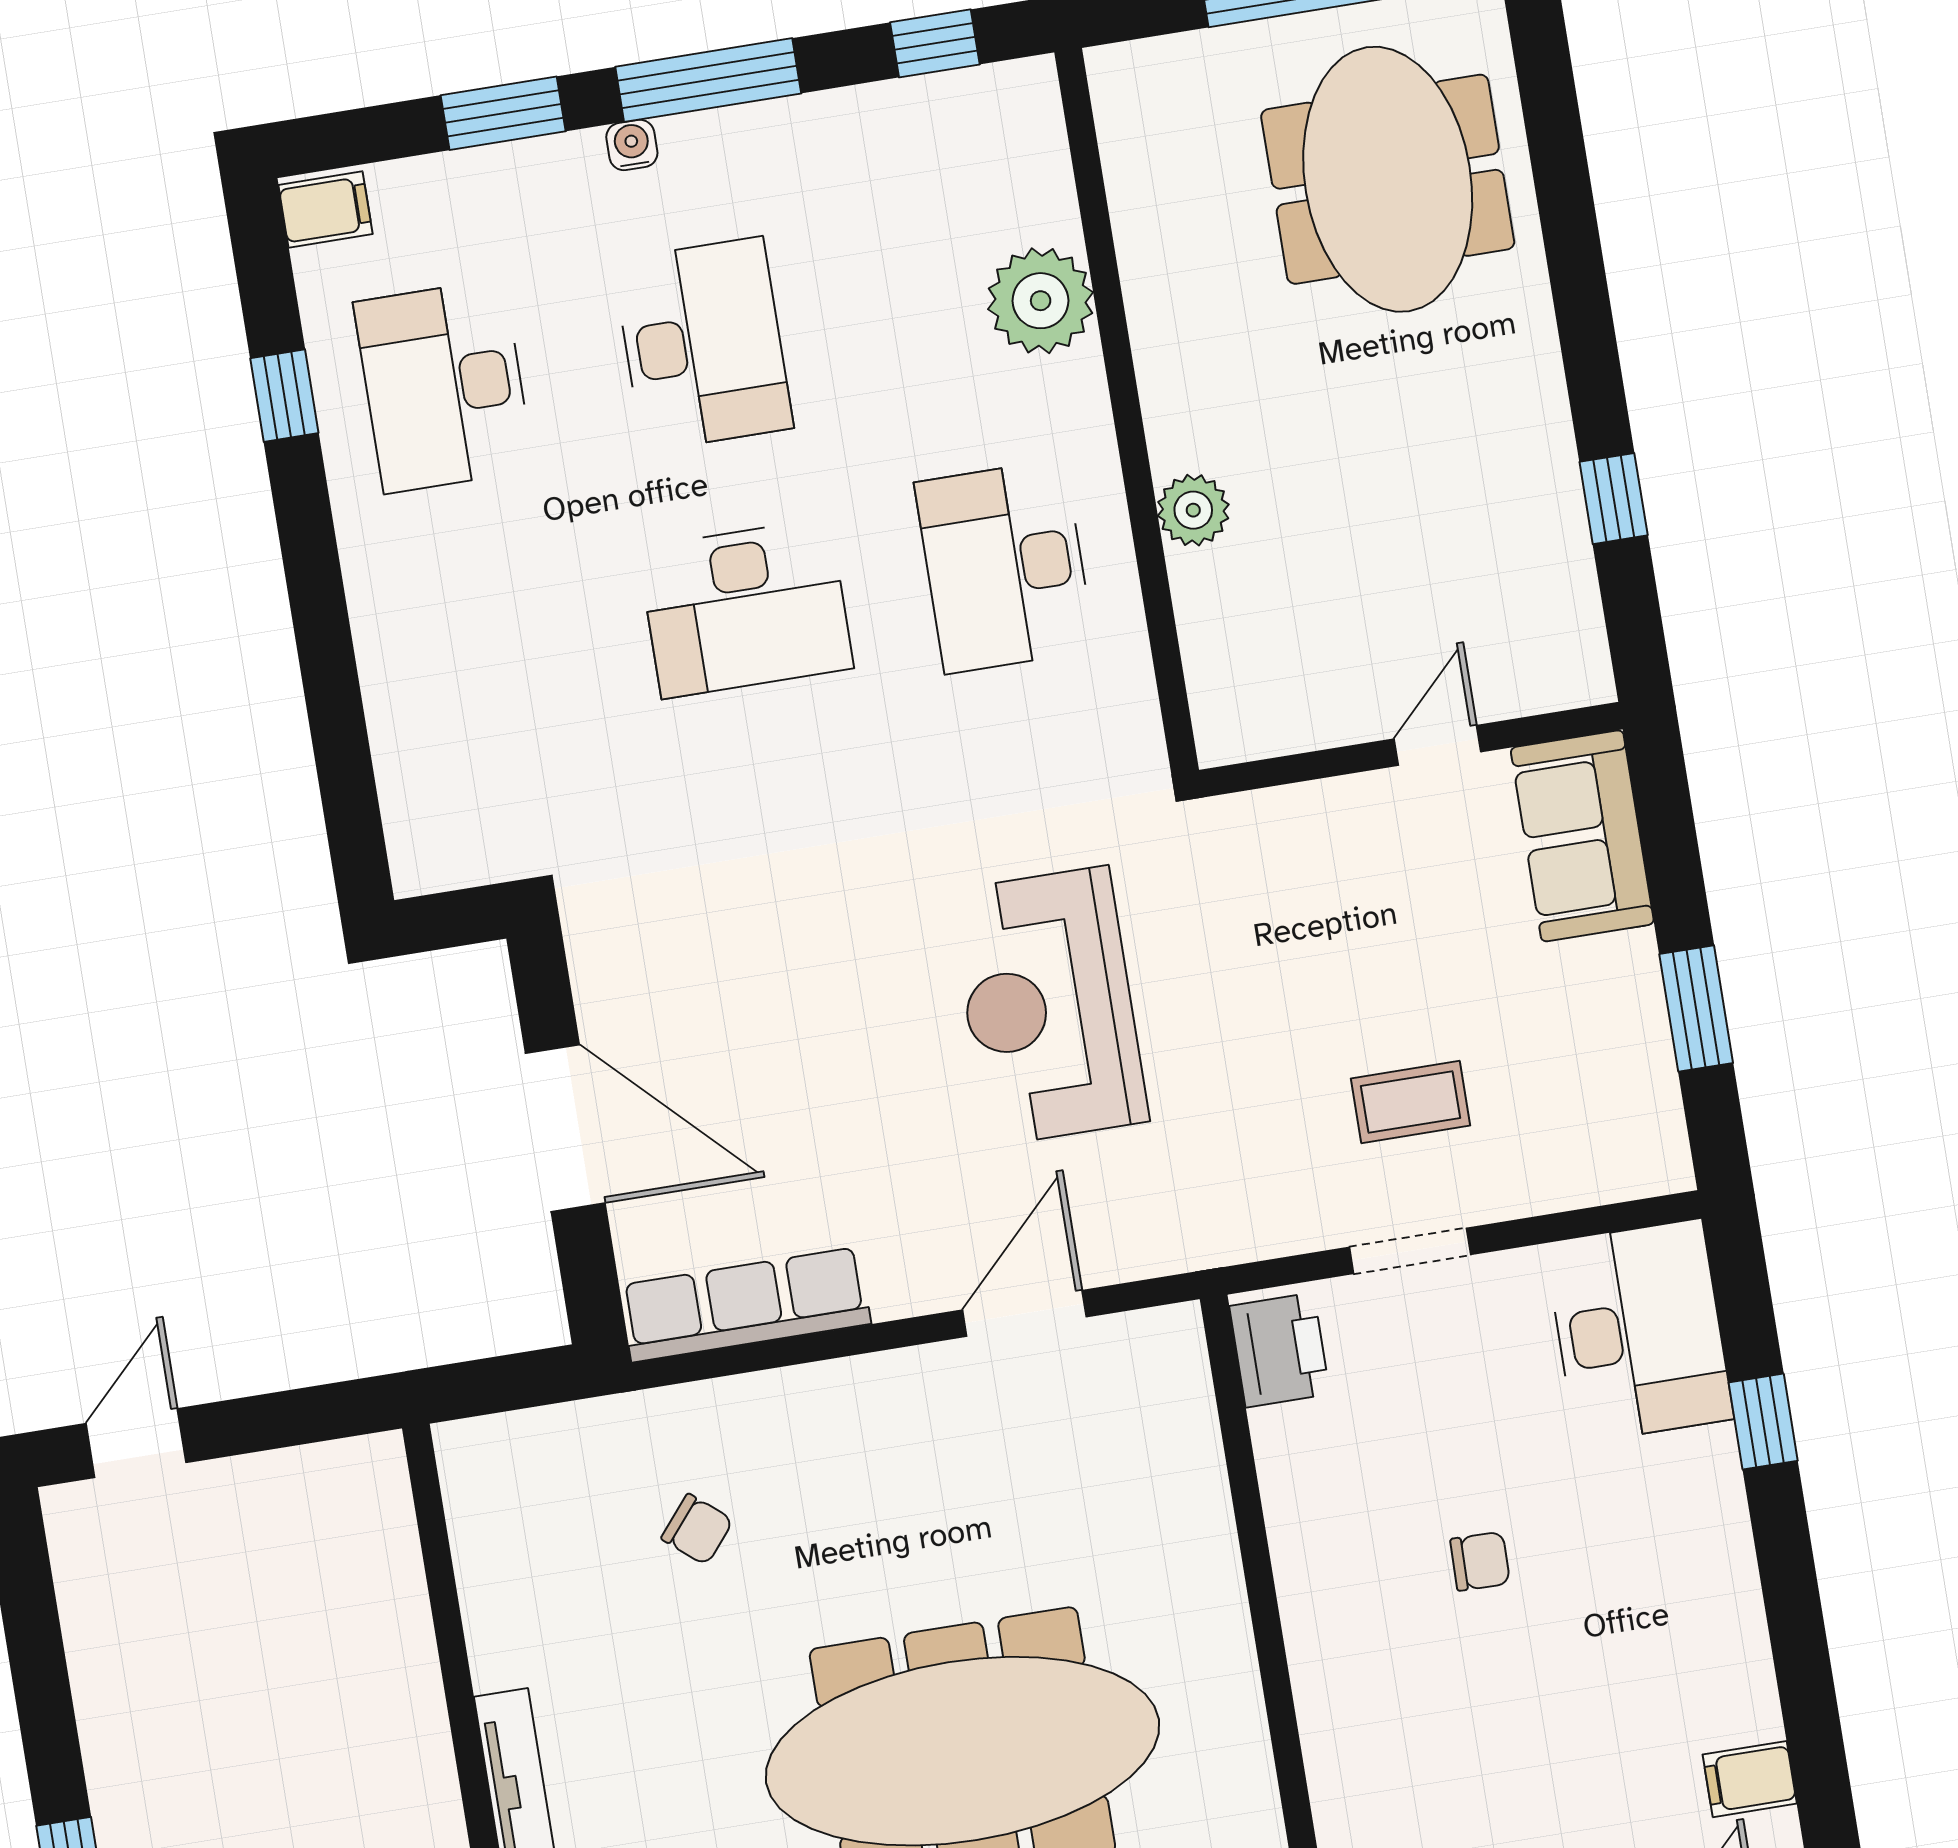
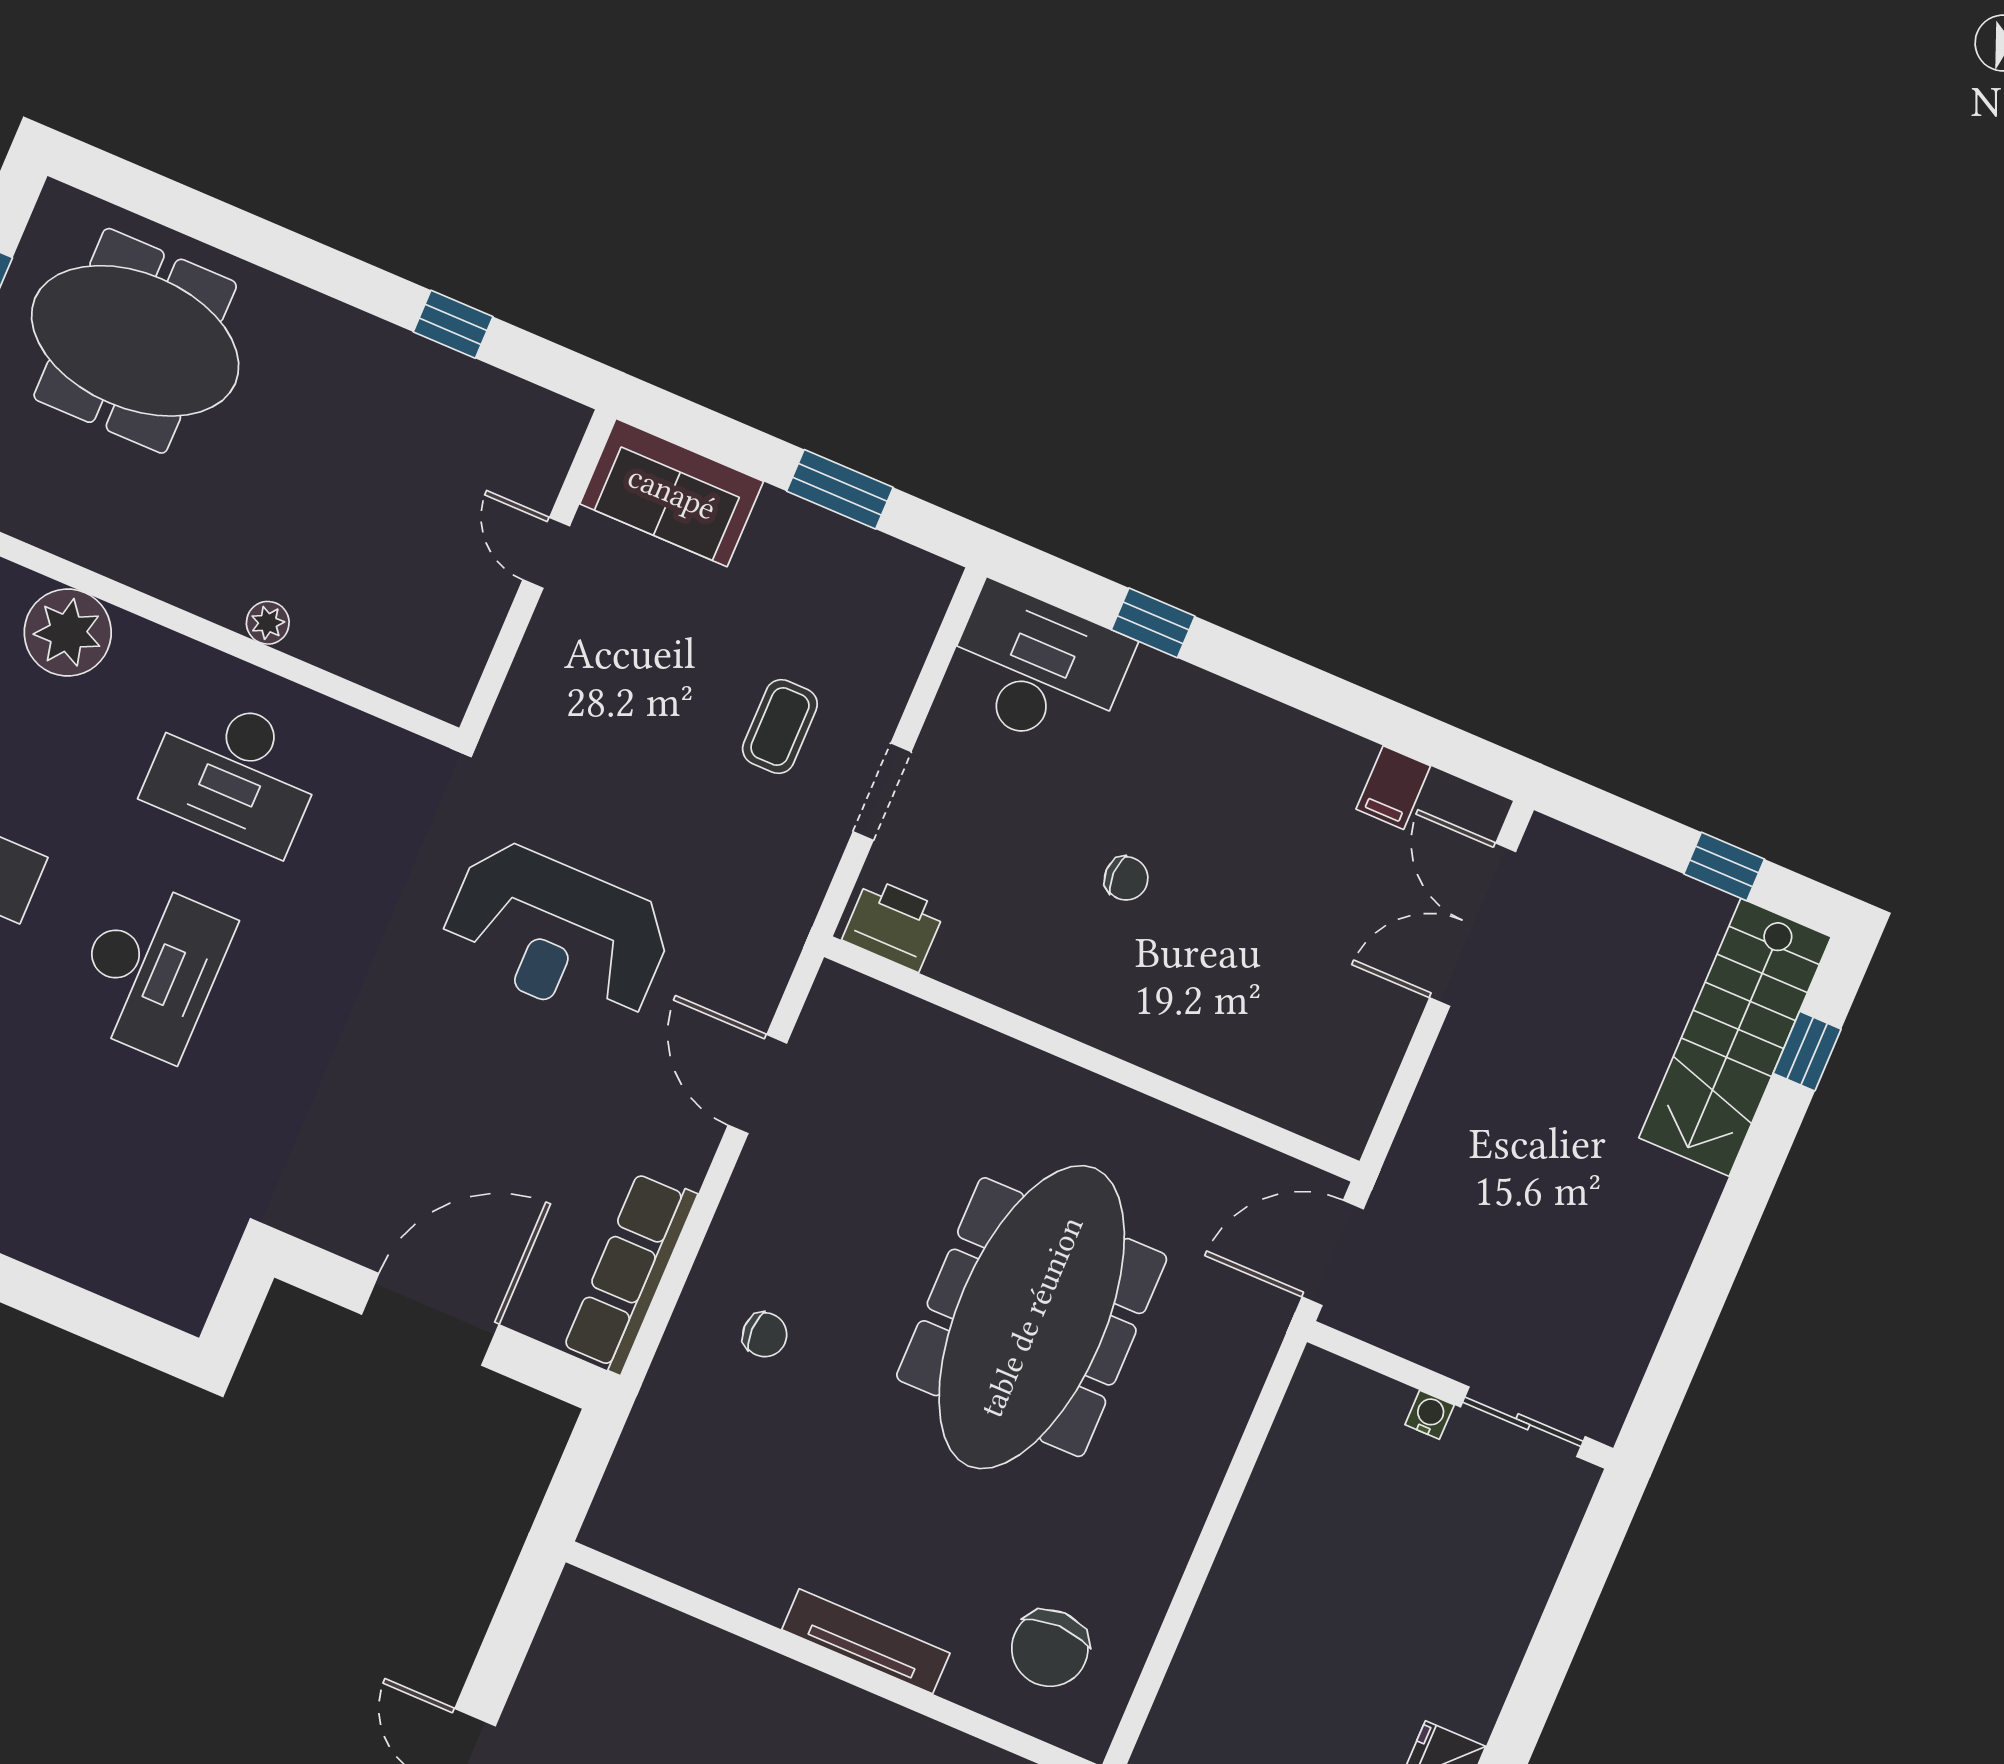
plant: (1193, 510) -> (268, 623), width x0.73, depth x0.73
chair: (697, 1529) -> (765, 1335), moved, turned 50
chair: (1480, 1561) -> (1126, 878), turned 89

